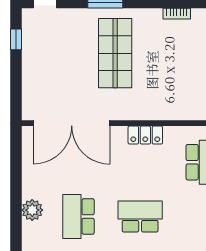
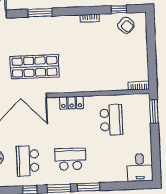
shop shelf: (115, 53) -> (35, 67), moved, turned 90

